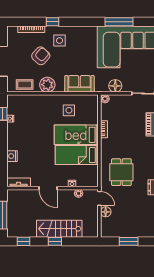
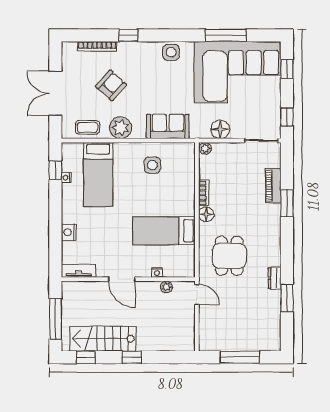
side table: (60, 41) -> (171, 52), moved
bed: (76, 135) -> (98, 174), moved, turned -90
floor lamp: (106, 212) -> (206, 214), moved
stairs: (59, 229) -> (103, 339), moved
window: (129, 241) -> (240, 357), width x1.44

